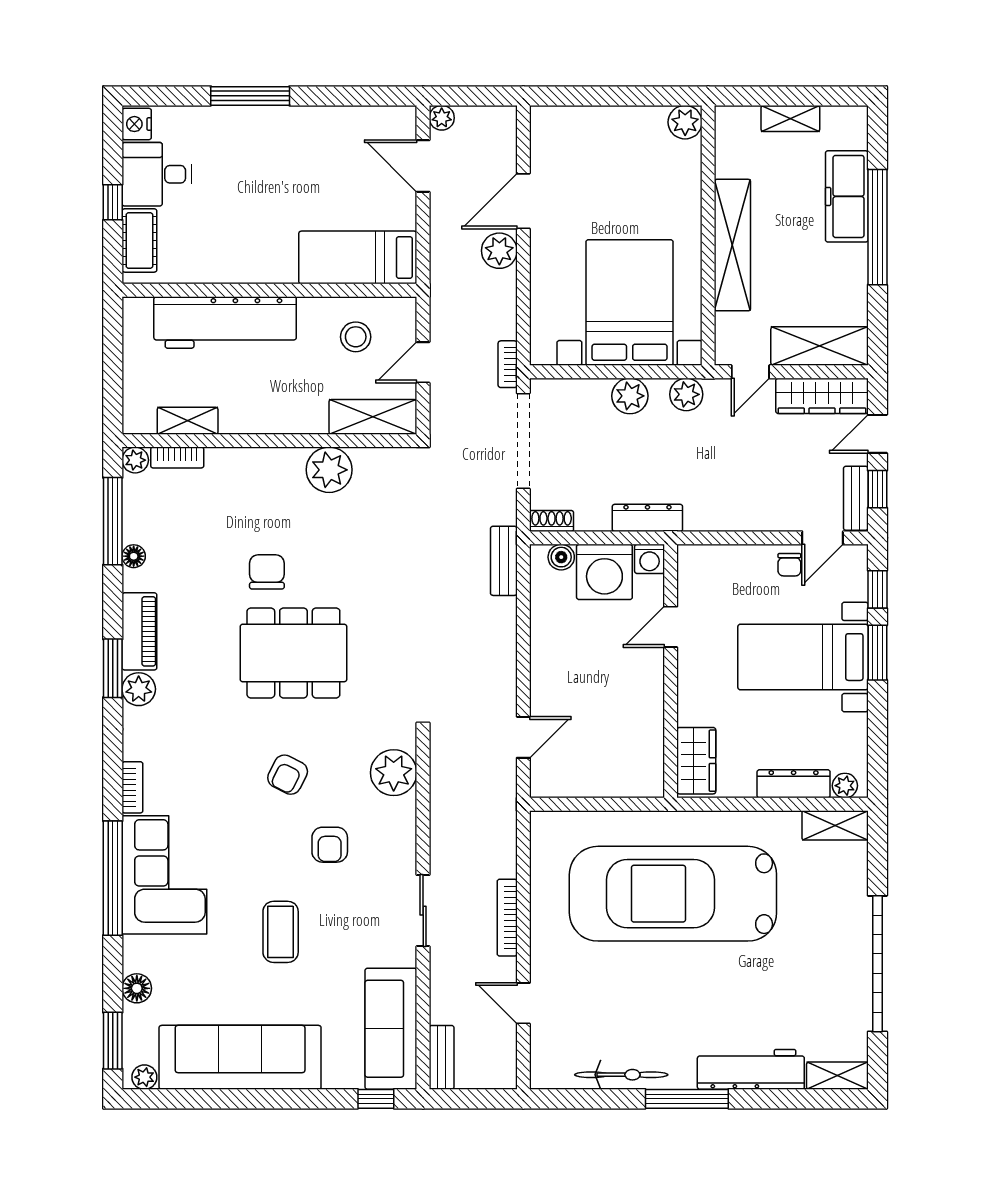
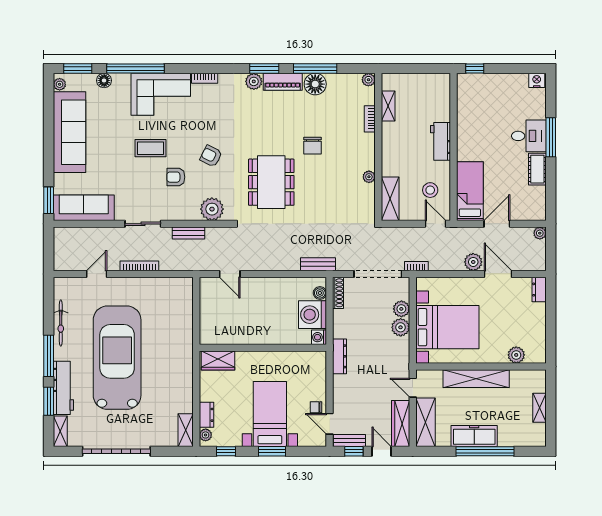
dresser: (554, 119) -> (539, 290), added
plant: (685, 122) -> (516, 355), moved
door: (423, 166) -> (497, 224), moved
desk: (157, 174) -> (529, 136), moved, turned 90
freezer: (847, 196) -> (474, 436), moved
window: (113, 202) -> (475, 68), moved
cot: (139, 240) -> (537, 169), moved, turned 90
workbench: (225, 322) -> (441, 141), width x0.53, depth x0.76
door: (423, 362) -> (436, 224), moved
plant: (686, 394) -> (401, 309), moved
bookcase: (177, 458) -> (370, 119), moved
plant: (329, 470) -> (369, 177), width x0.53, depth x0.53
dresser: (647, 518) -> (340, 356), moved
window: (113, 521) -> (315, 68), moved
shoe rack: (552, 521) -> (338, 293), width x1.43
floor lamp: (134, 556) -> (315, 84), width x1.89, depth x1.89
chair: (267, 572) -> (312, 146), turned 90
window: (877, 589) -> (226, 451), moved
door: (671, 627) -> (285, 348), removed
dining table: (293, 653) -> (271, 182), moved
dresser: (794, 784) -> (206, 415), width x0.70
window: (113, 878) -> (136, 68), moved
car: (673, 894) -> (117, 358), moved
coffee table: (281, 932) -> (150, 148), moved
bench: (442, 1057) -> (188, 233), moved
window: (376, 1099) -> (49, 200), width x1.50
window: (777, 1099) -> (49, 401), added

